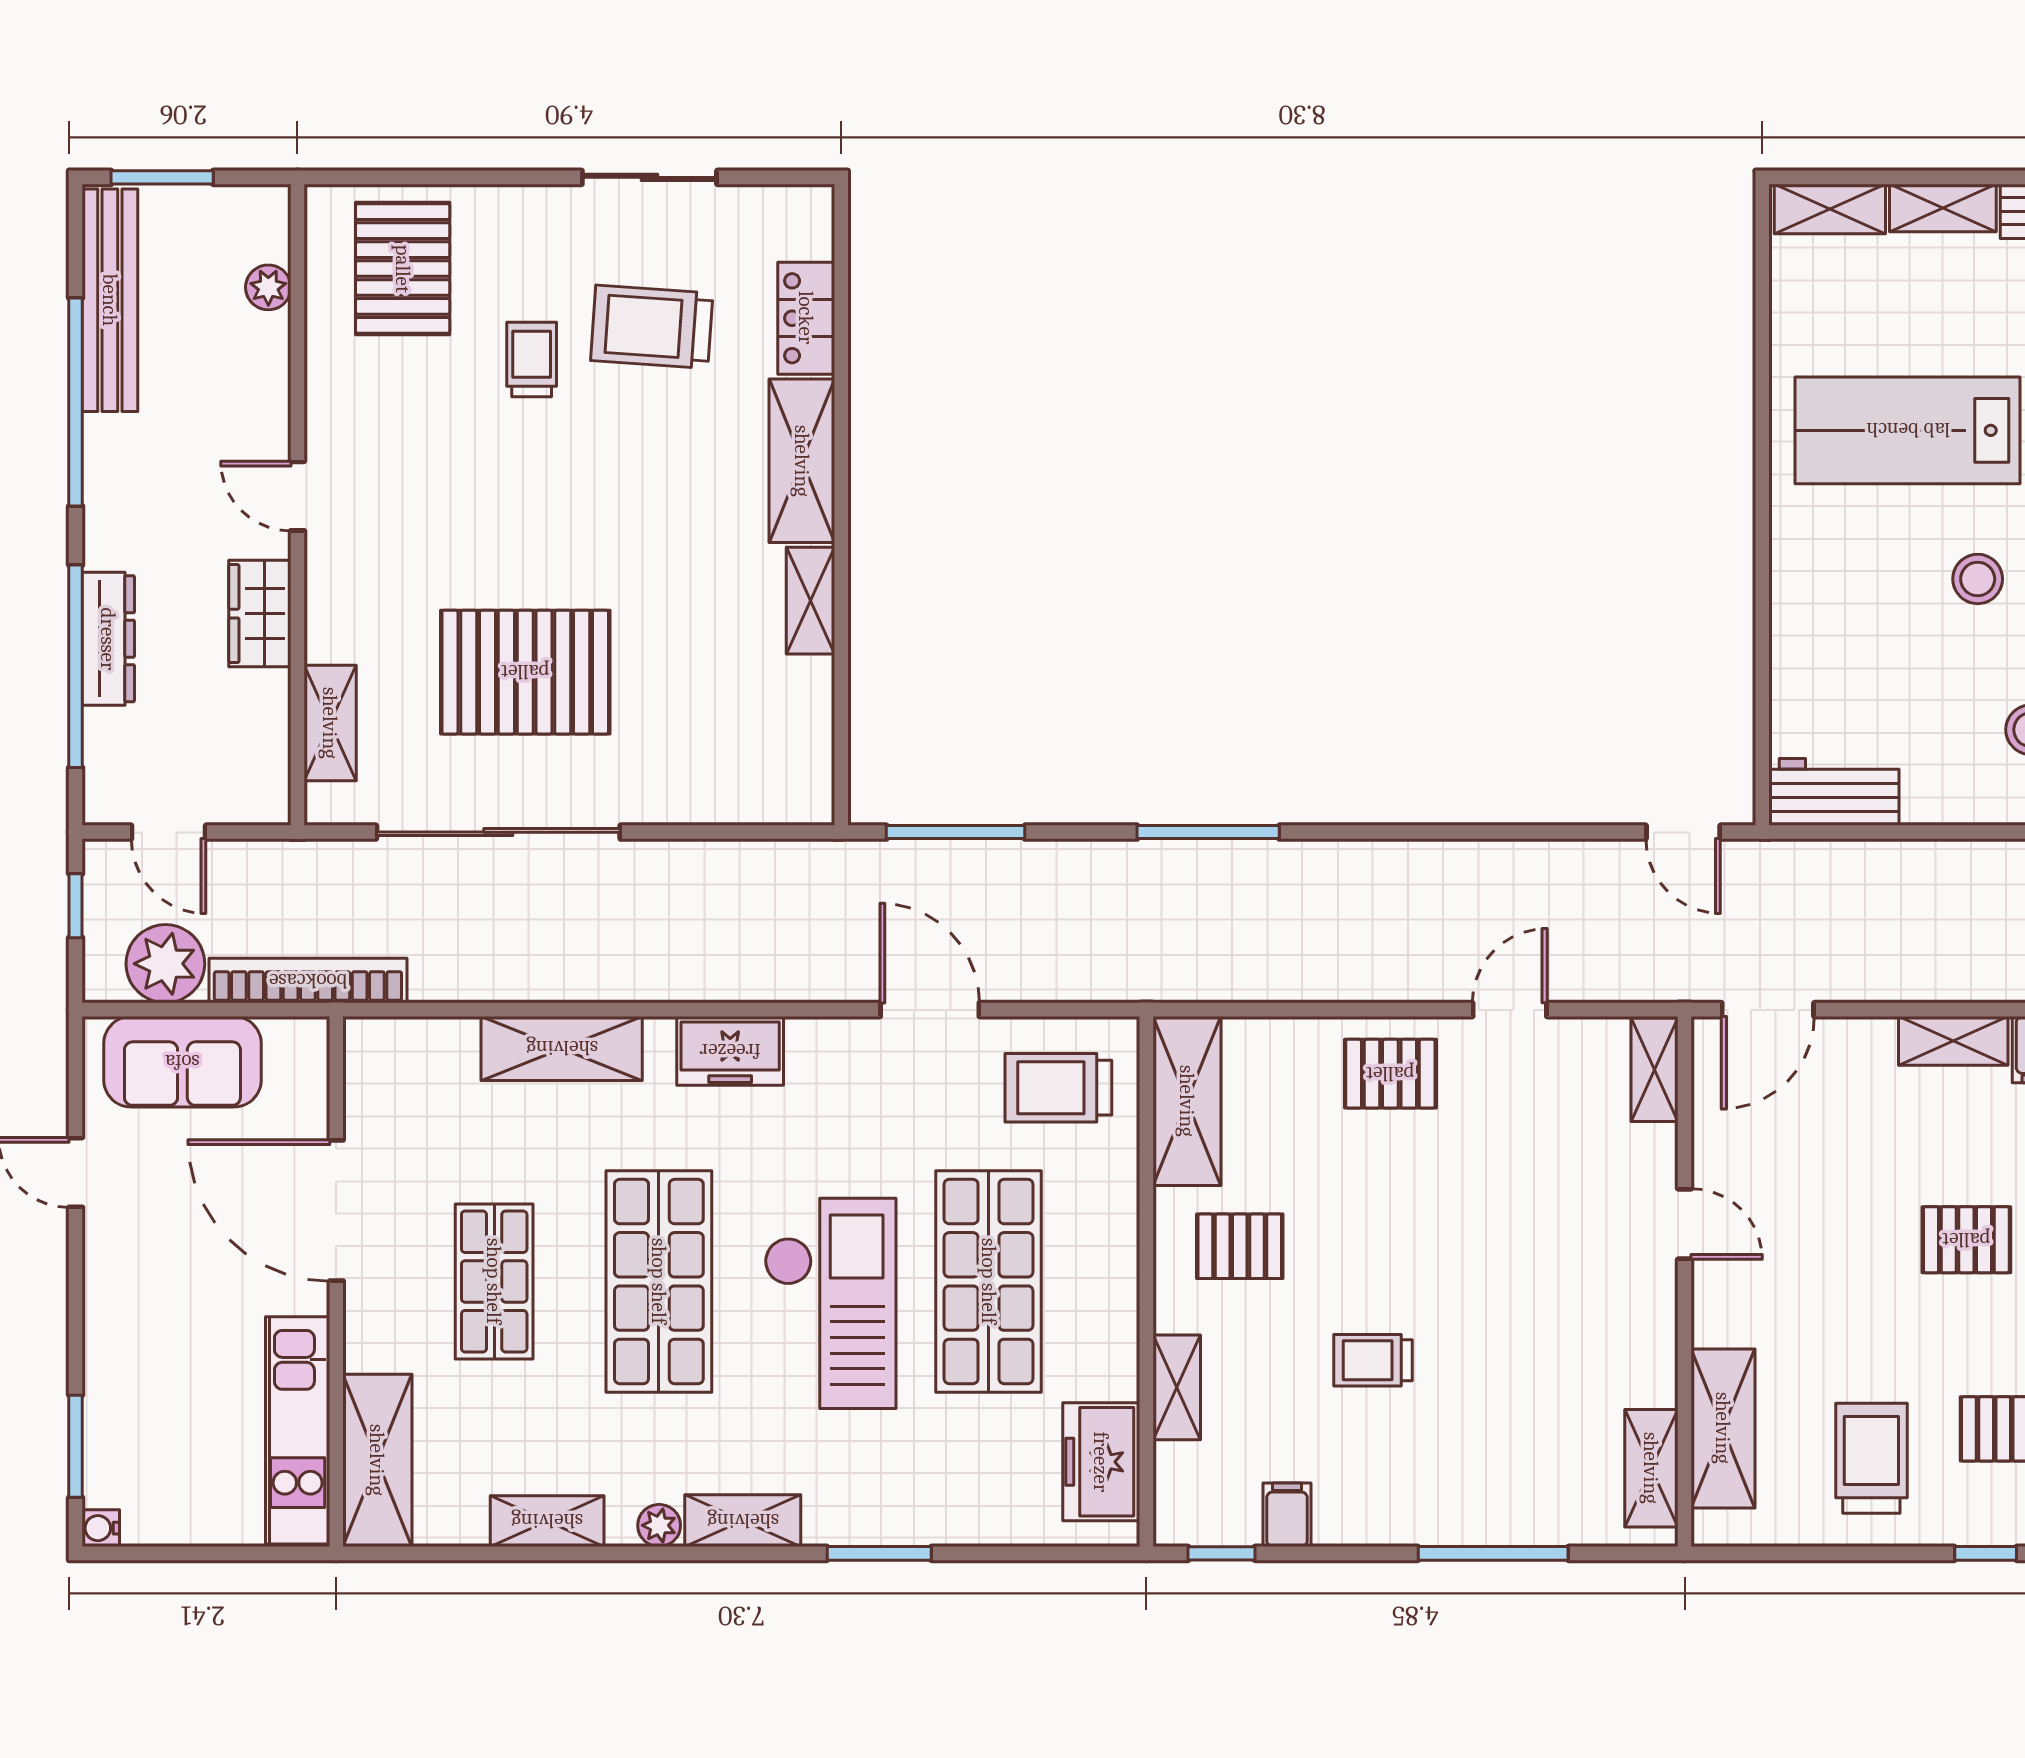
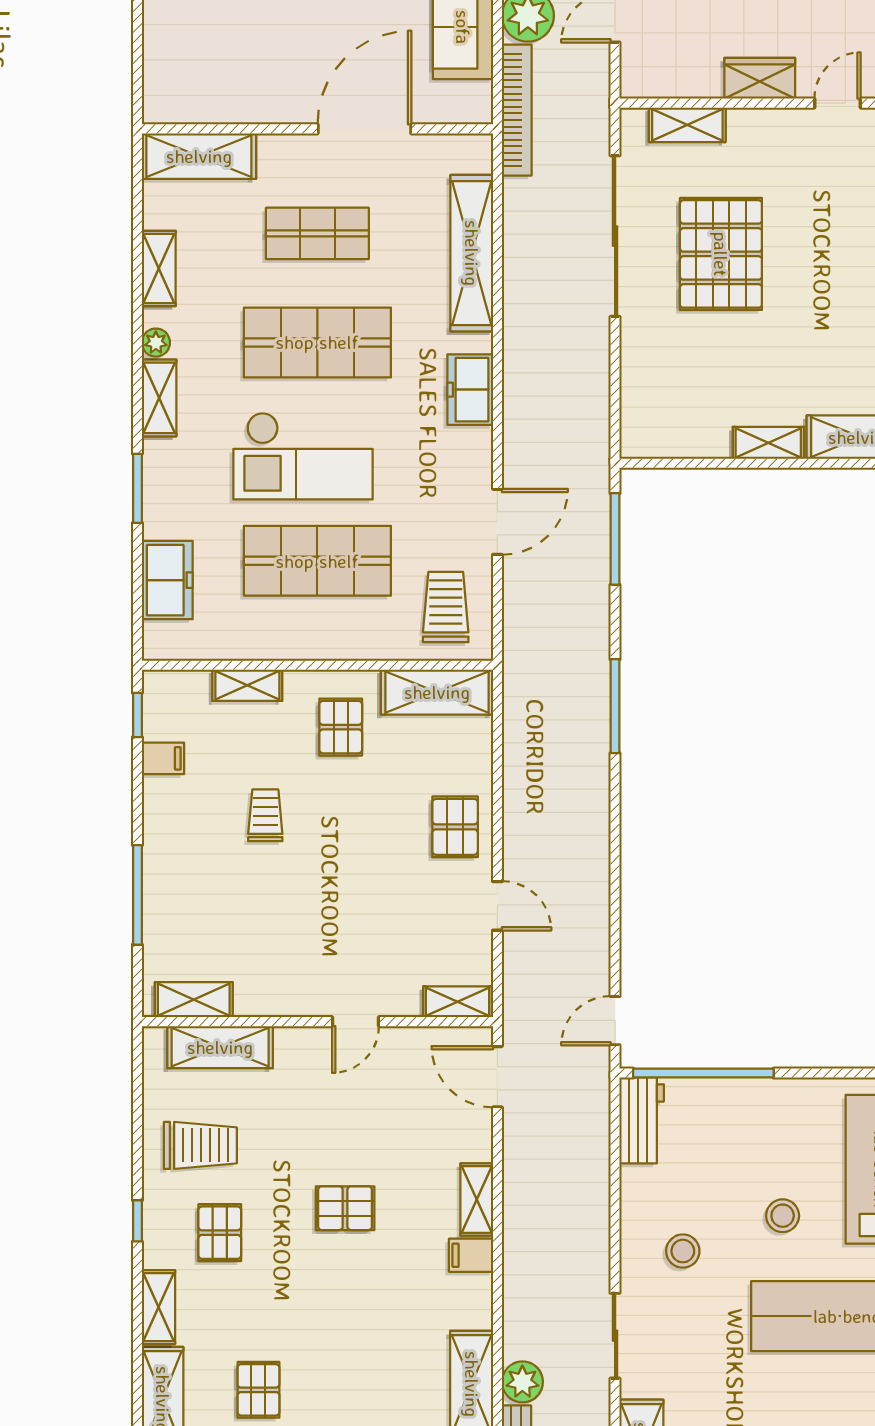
window: (1762, 699) -> (703, 1073), added
shelving: (562, 1048) -> (472, 253), width x1.47
pallet: (1966, 1240) -> (345, 1208), turned 90
kitchen unit: (298, 1430) -> (219, 103), removed
freezer: (1101, 1462) -> (167, 580), moved, turned 90

